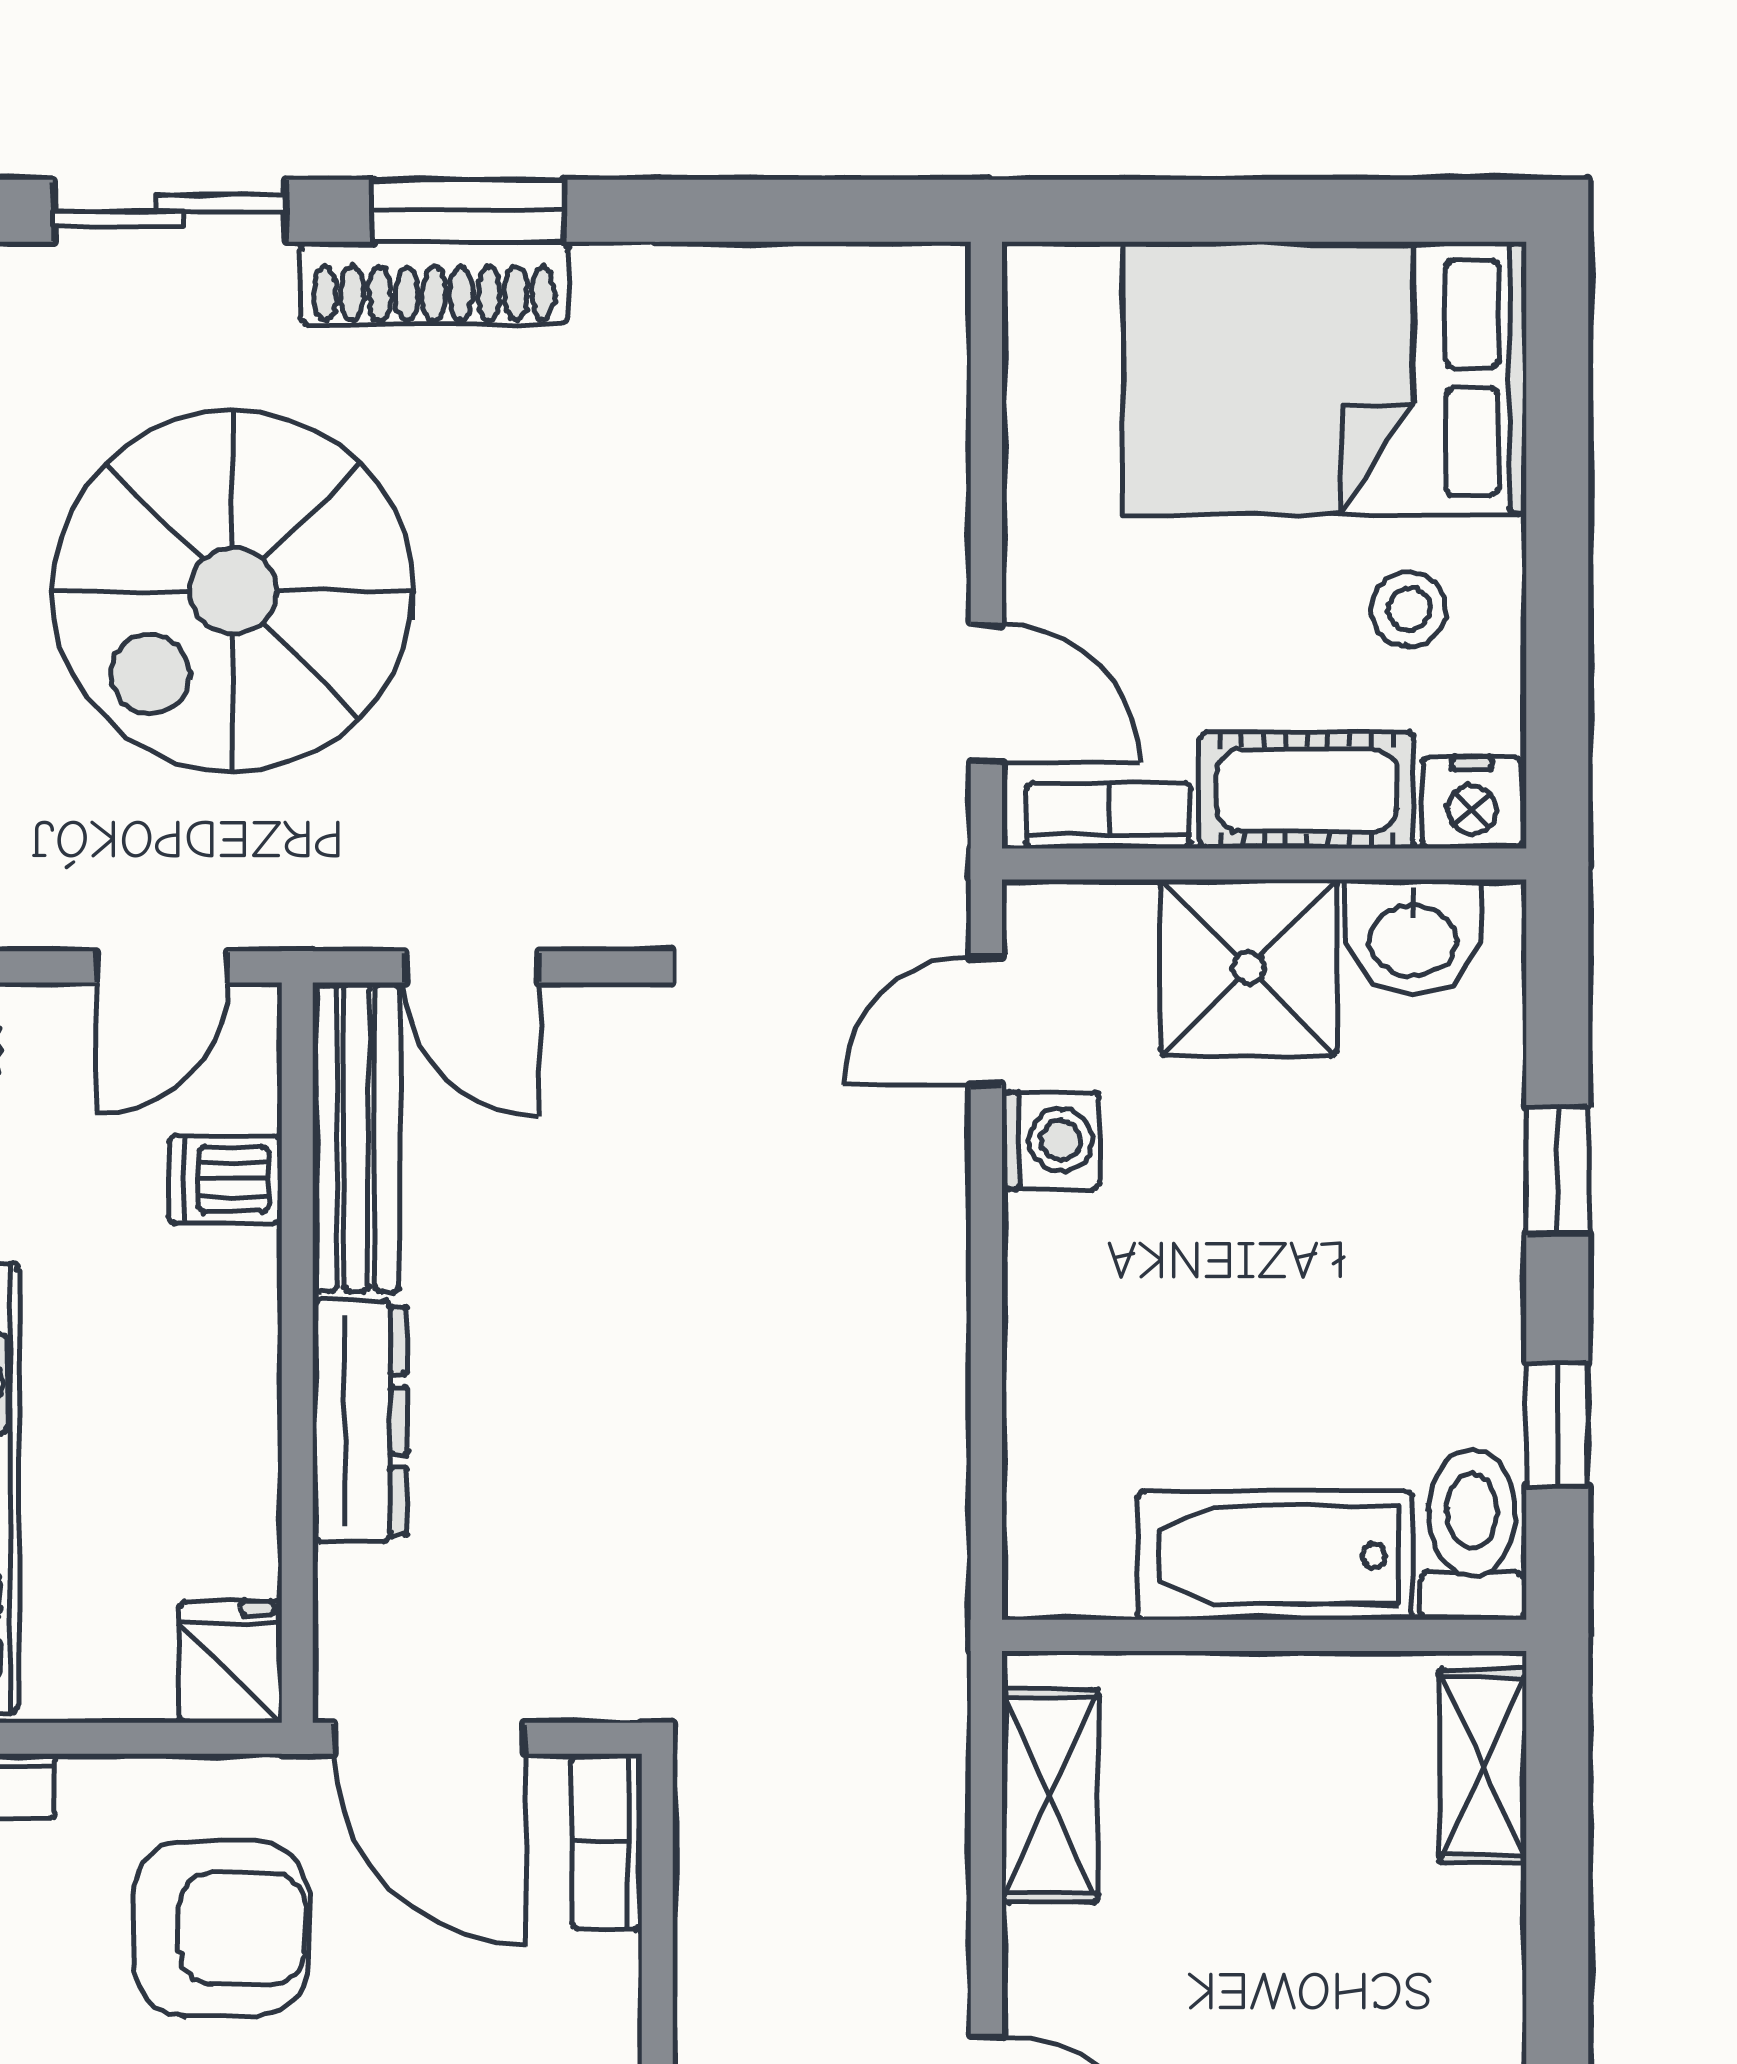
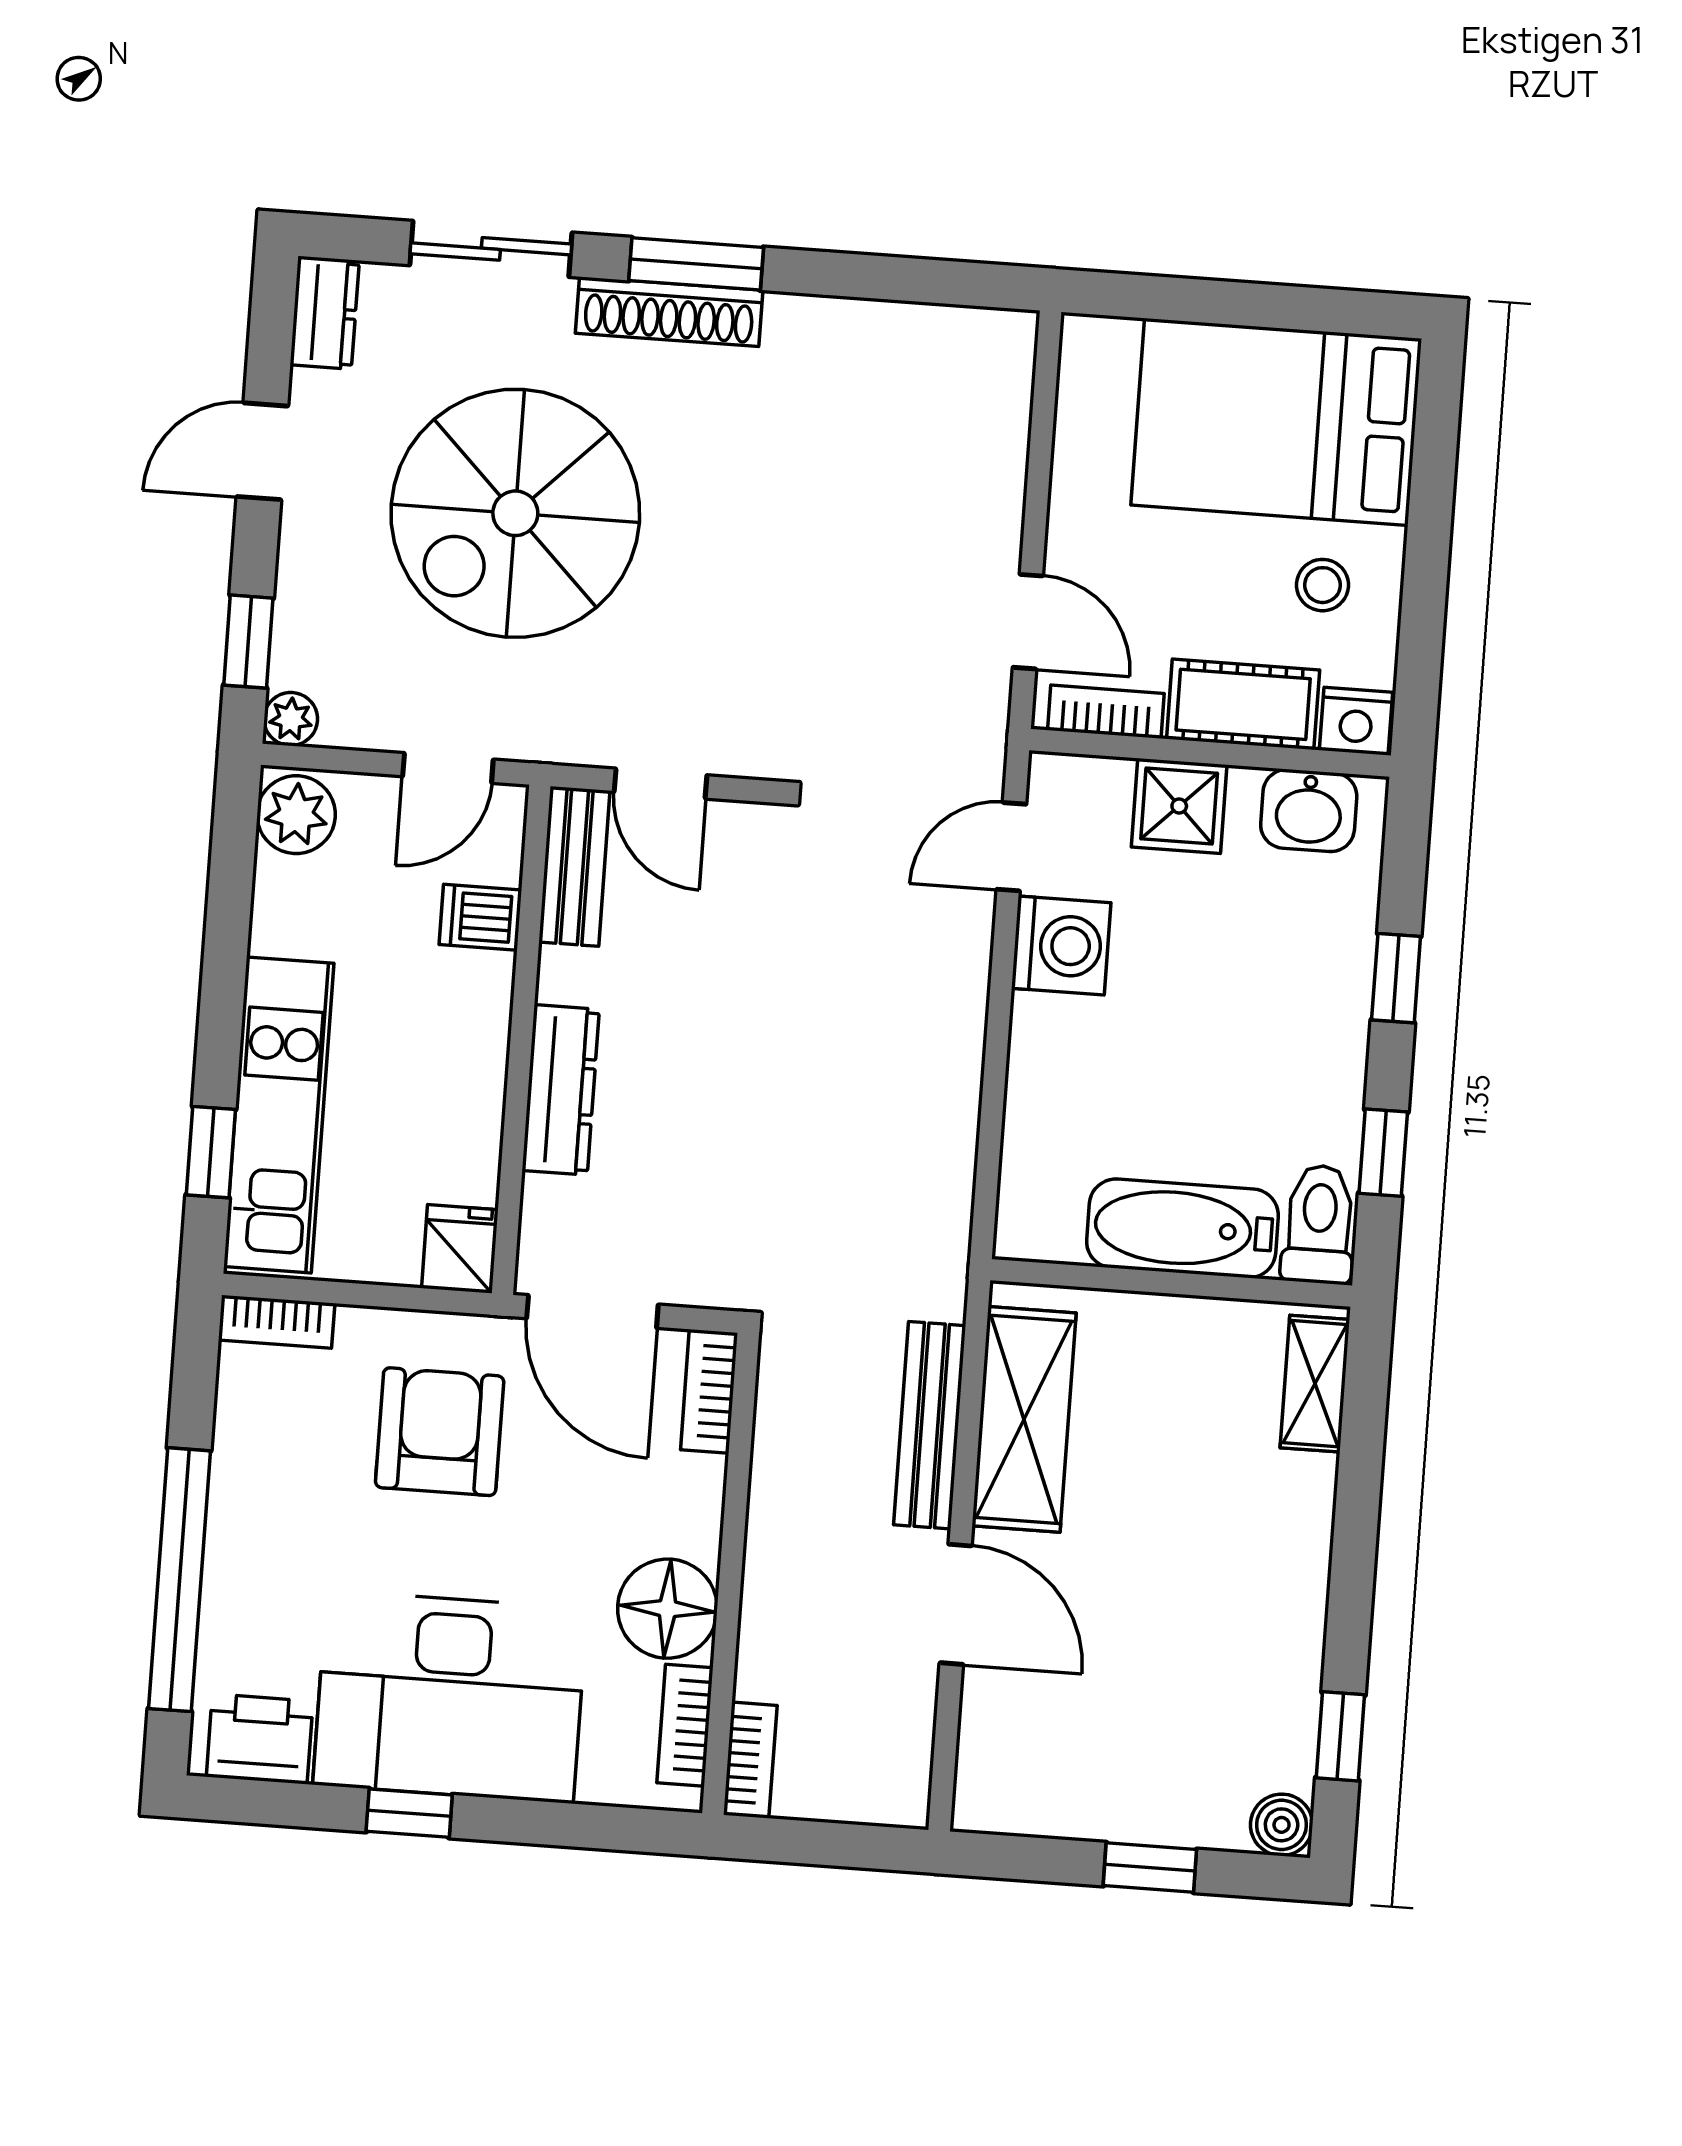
shower: (1249, 968) -> (1179, 806), width x0.73, depth x0.73
bench: (356, 1137) -> (574, 866), width x0.73
washing machine: (1051, 1140) -> (1061, 946), width x1.38, depth x1.38
shelving: (1050, 1795) -> (1024, 1419), width x1.50, depth x1.33
bench: (930, 1867) -> (930, 1425), added
armchair: (221, 1929) -> (440, 1432), turned -90

